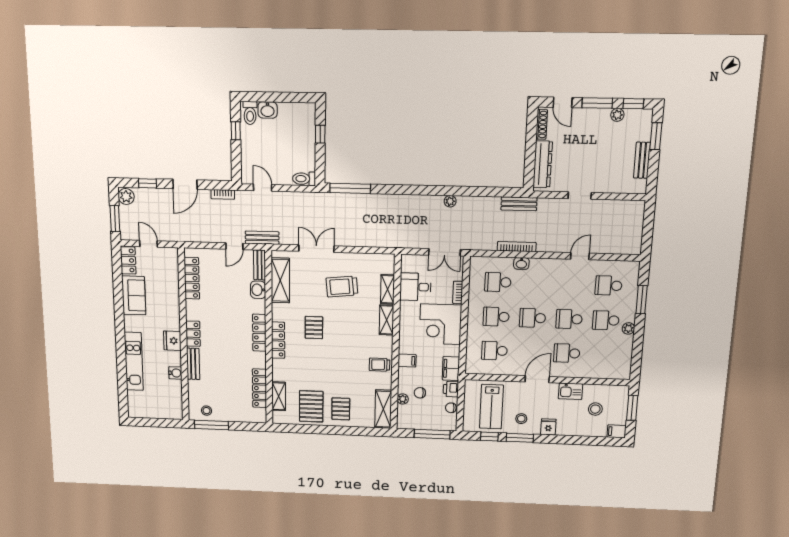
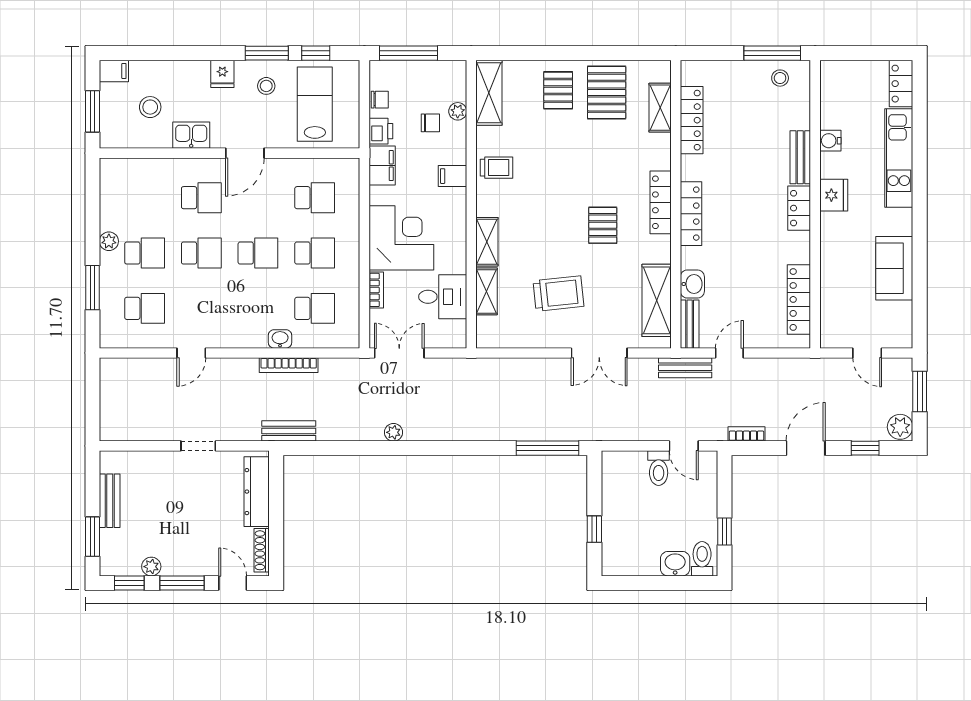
toilet: (304, 179) -> (659, 468), moved, turned 90
locker: (128, 260) -> (901, 84), moved

